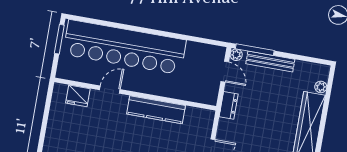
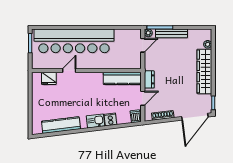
door: (225, 72) -> (143, 45), hinge flipped
dresser: (229, 105) -> (149, 79), moved
kitchen counter: (156, 110) -> (122, 78), moved

